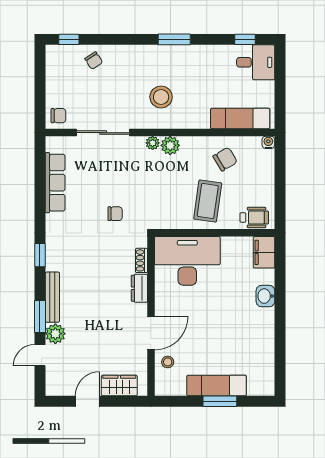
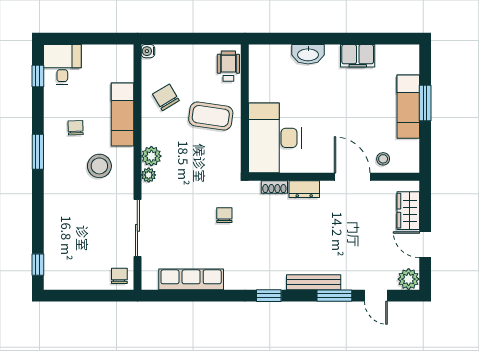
chair: (94, 61) -> (76, 128), moved, turned -59
exam couch: (240, 119) -> (123, 114), moved
filing cabinet: (264, 252) -> (358, 56), moved
washbasin: (265, 296) -> (308, 54), width x1.38
plant: (55, 334) -> (409, 279), moved

